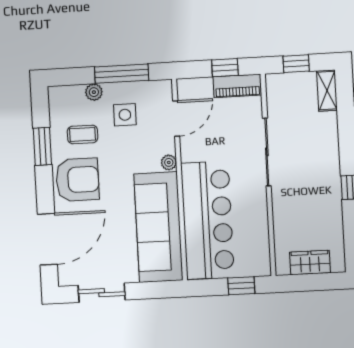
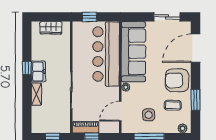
shelving: (327, 90) -> (36, 94), moved
plant: (94, 92) -> (183, 128), moved
freezer: (329, 182) -> (38, 71), added

